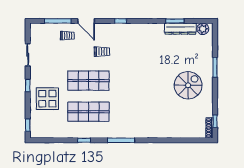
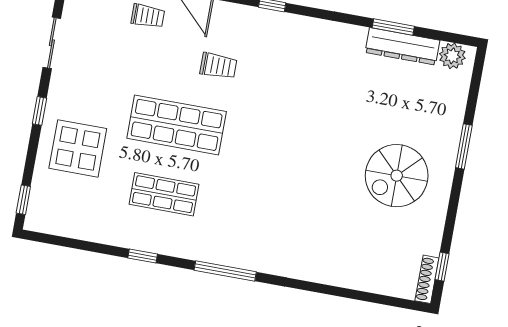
spiral stairs: (188, 85) -> (397, 176), turned 180
shop shelf: (88, 112) -> (164, 194), width x0.70, depth x0.74

